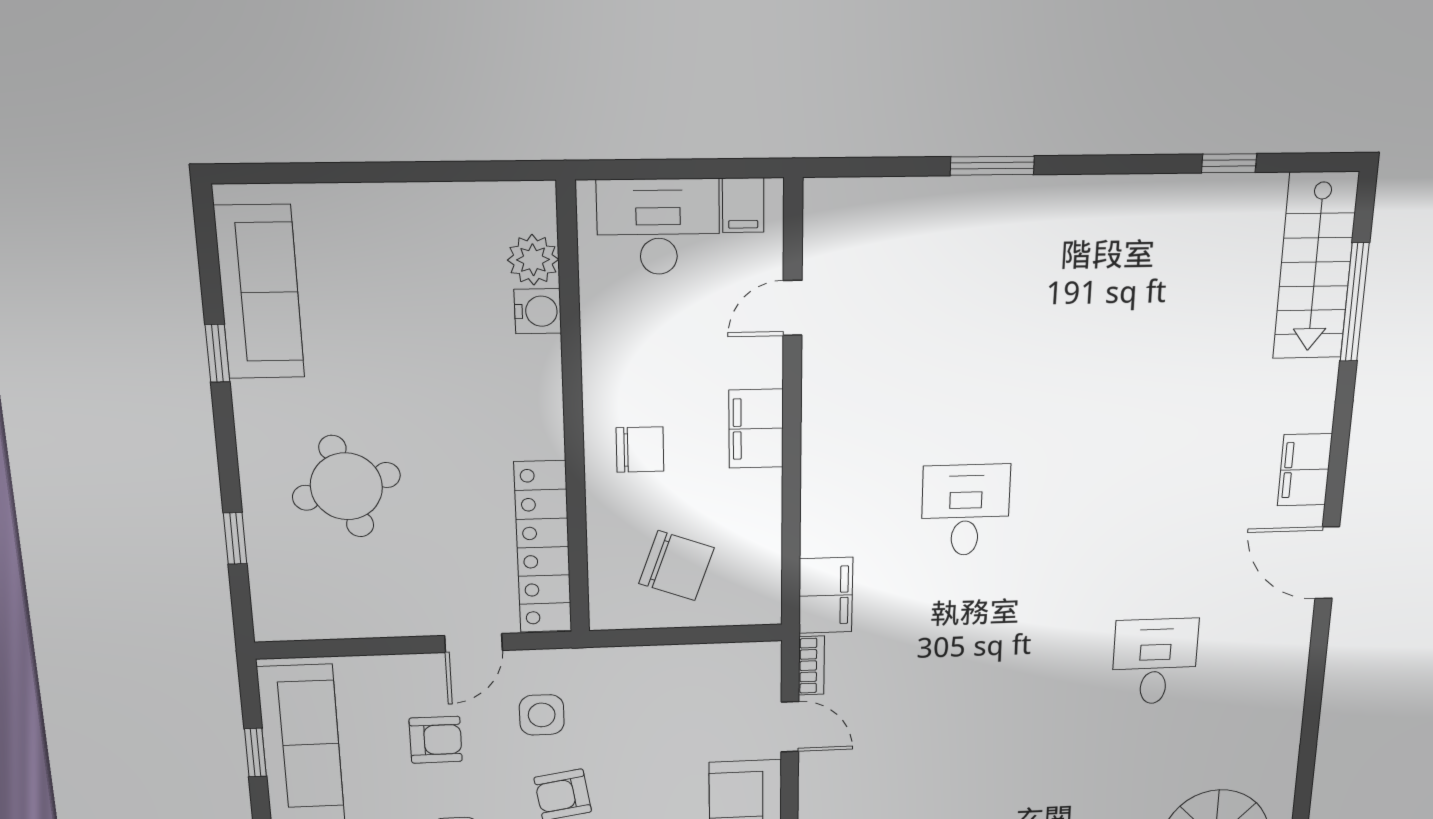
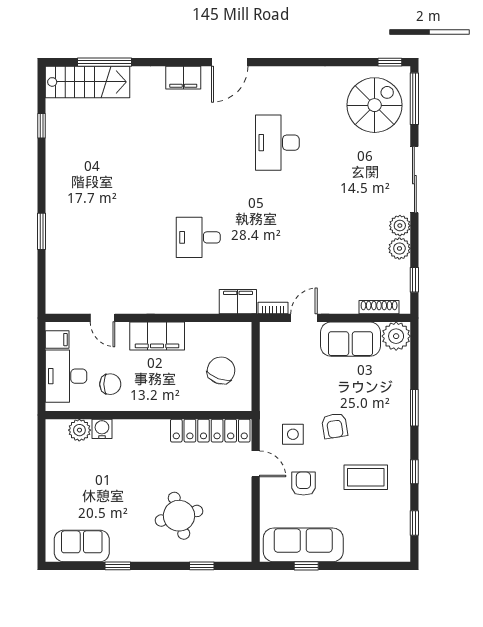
sofa: (260, 292) -> (82, 546), width x0.73
filing cabinet: (756, 429) -> (157, 336), width x1.50, depth x1.17
chair: (640, 450) -> (110, 384), moved, turned 90
desk: (1155, 662) -> (277, 143), width x1.37

